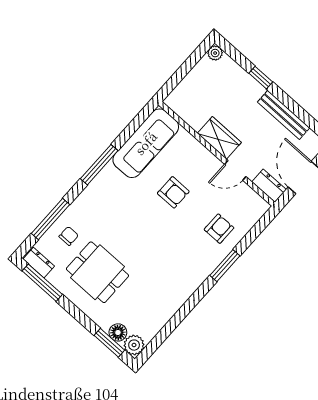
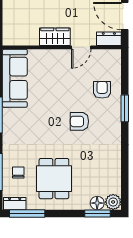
armchair: (173, 192) -> (79, 121), moved, turned 180
dining table: (97, 272) -> (54, 179), turned 90

